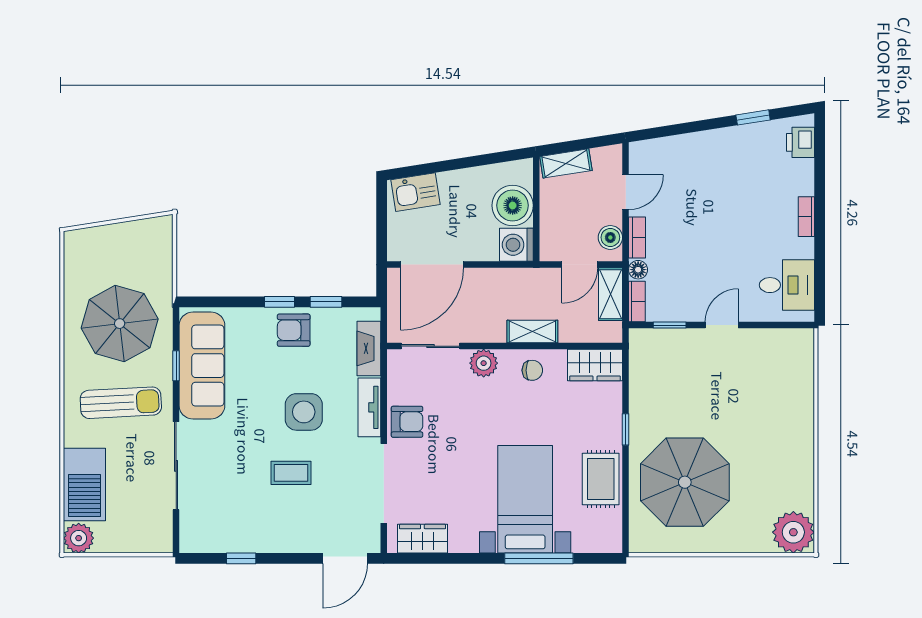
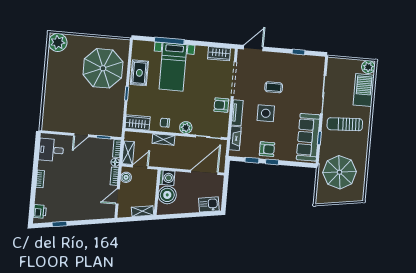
parasol: (120, 324) -> (339, 172), moved

